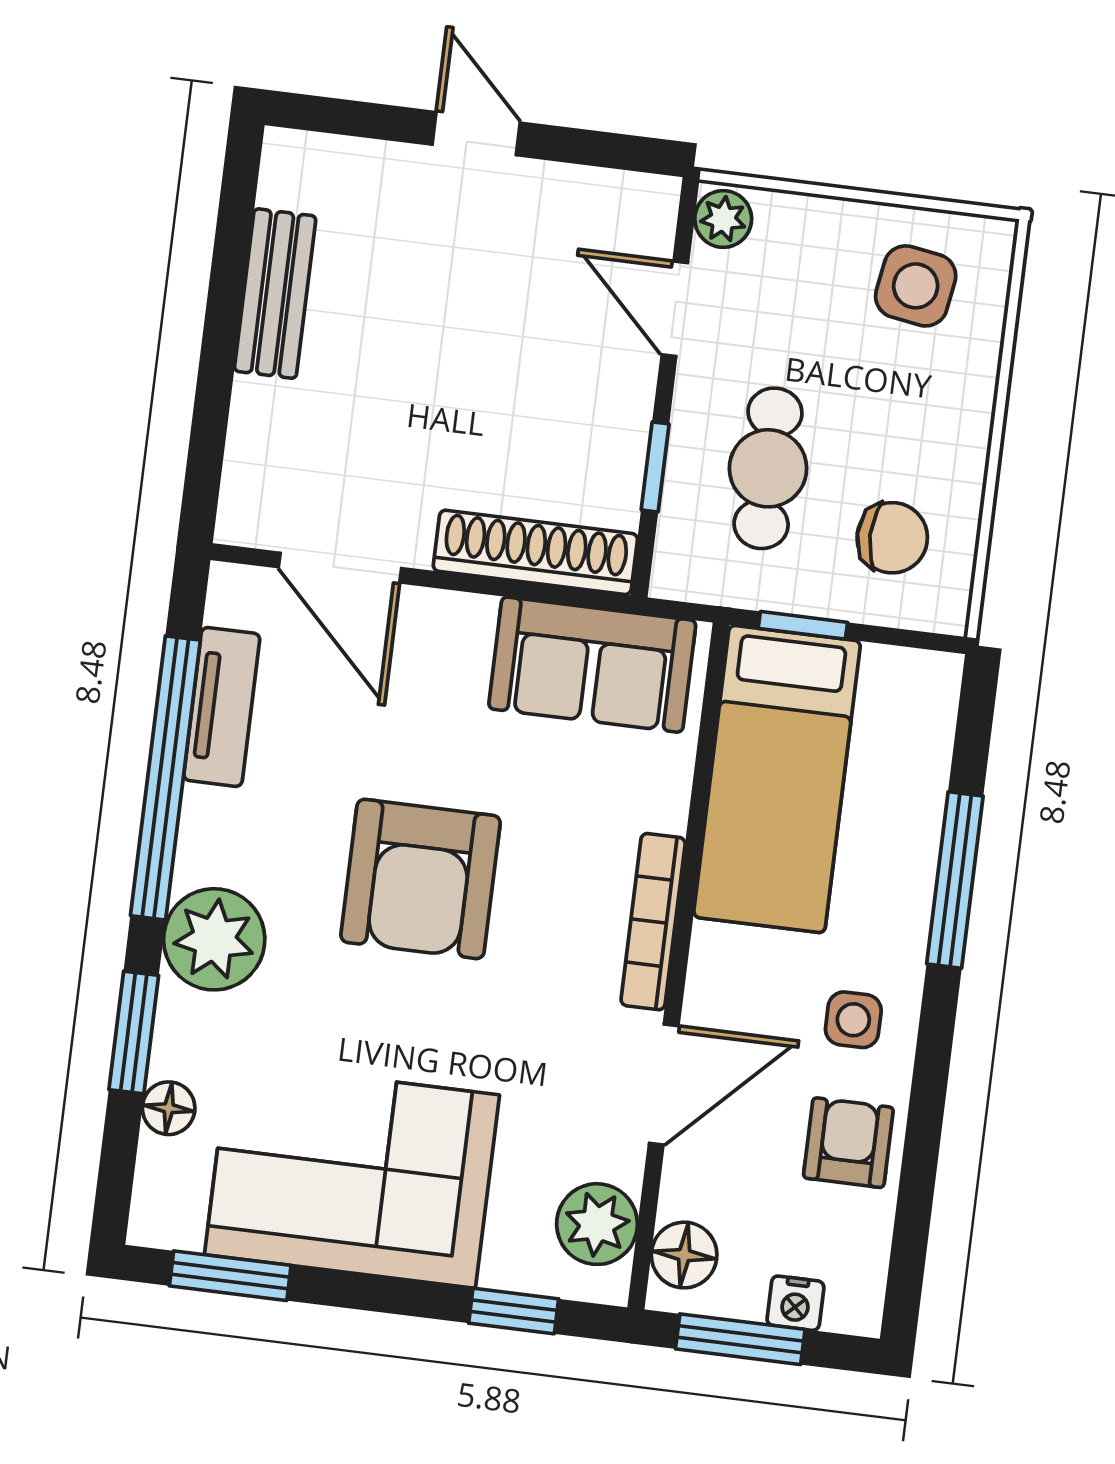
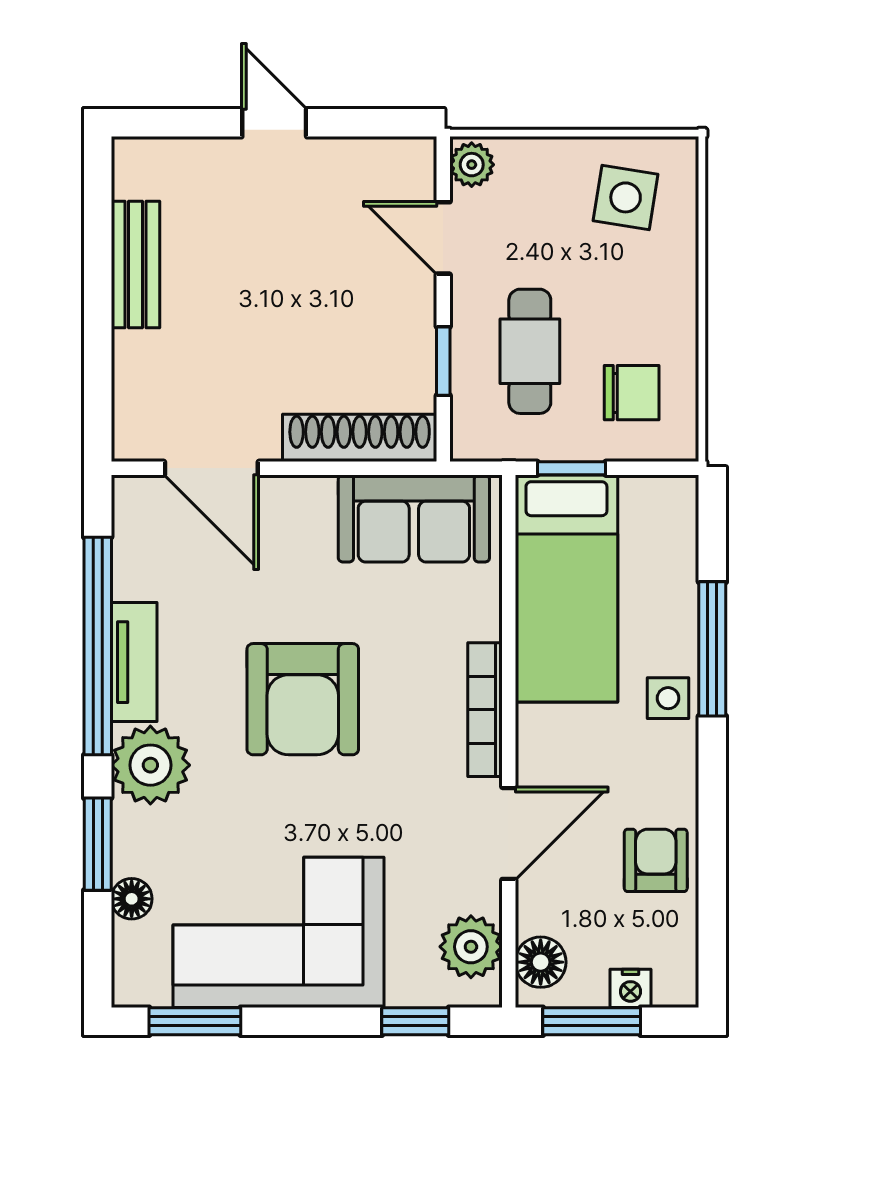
tv unit: (222, 707) -> (134, 662), moved
side table: (853, 1020) -> (668, 698), moved

